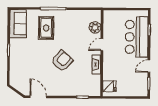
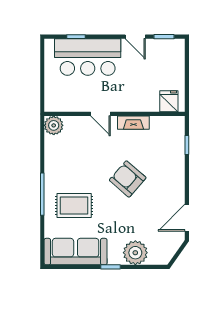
sofa: (18, 24) -> (76, 252), width x1.36
plant: (95, 27) -> (54, 125), moved
plant: (17, 65) -> (135, 253), added

